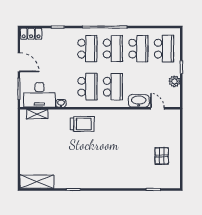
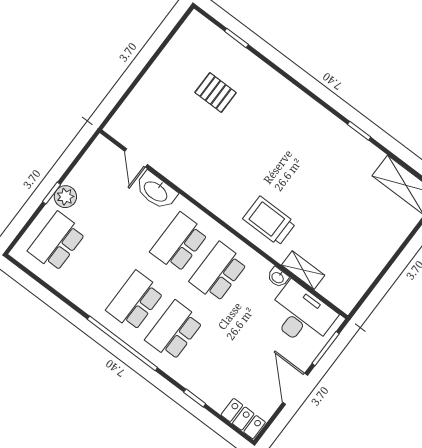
school desk: (138, 49) -> (96, 271), removed
plant: (174, 81) -> (65, 197), moved
shelving: (37, 114) -> (303, 270), moved
pallet: (162, 156) -> (216, 93), moved, turned 90

